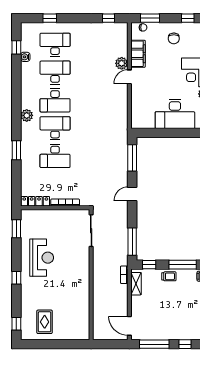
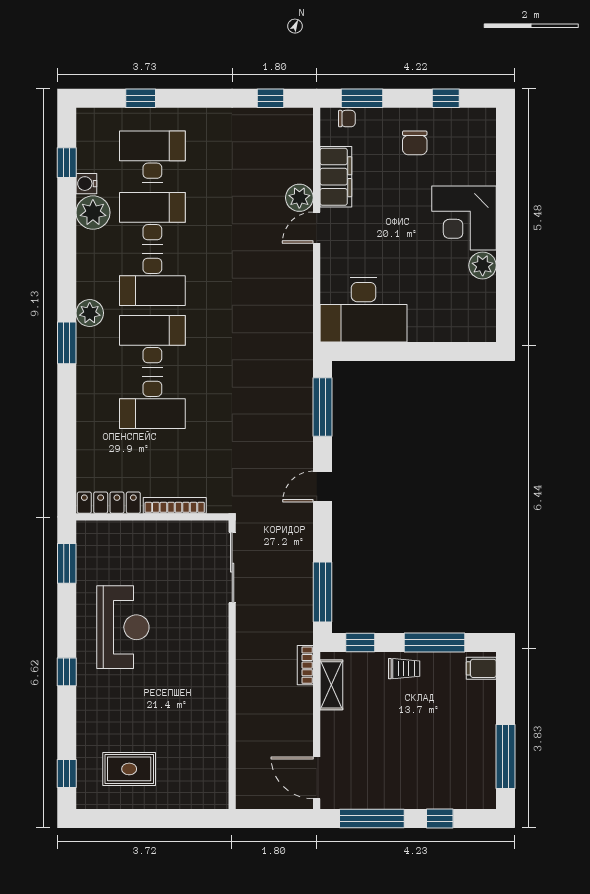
plant: (28, 70) -> (93, 213), added
desk: (175, 114) -> (364, 310), moved
window: (16, 150) -> (67, 343), moved
rug: (45, 322) -> (129, 769), turned 90

